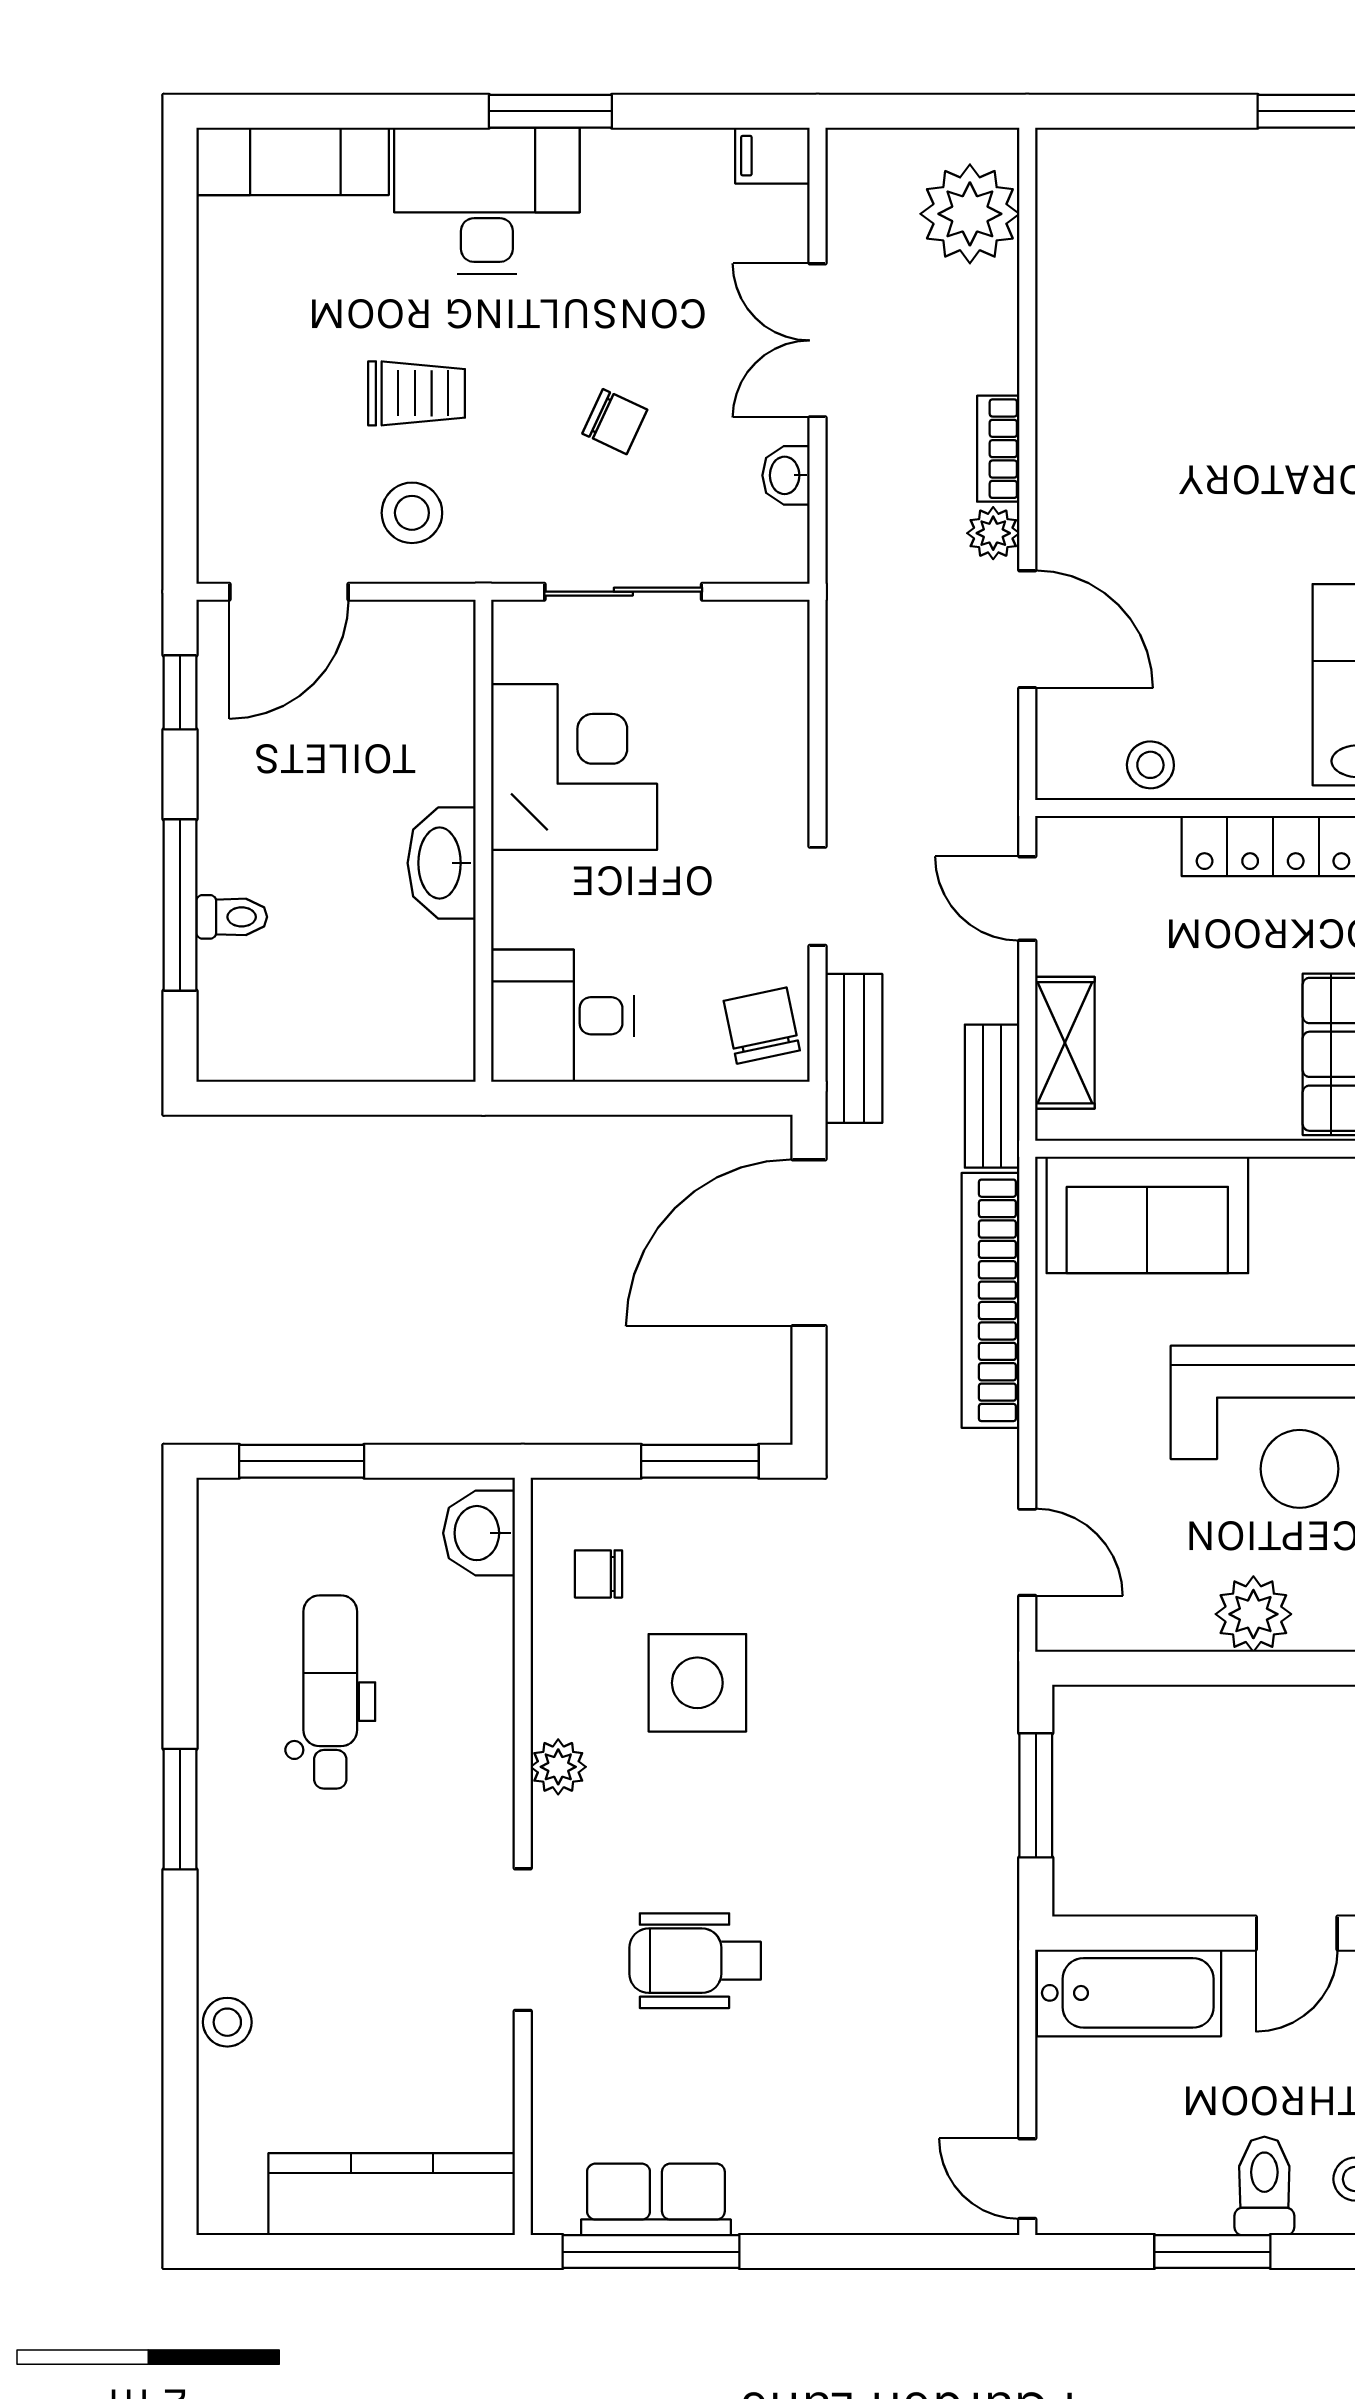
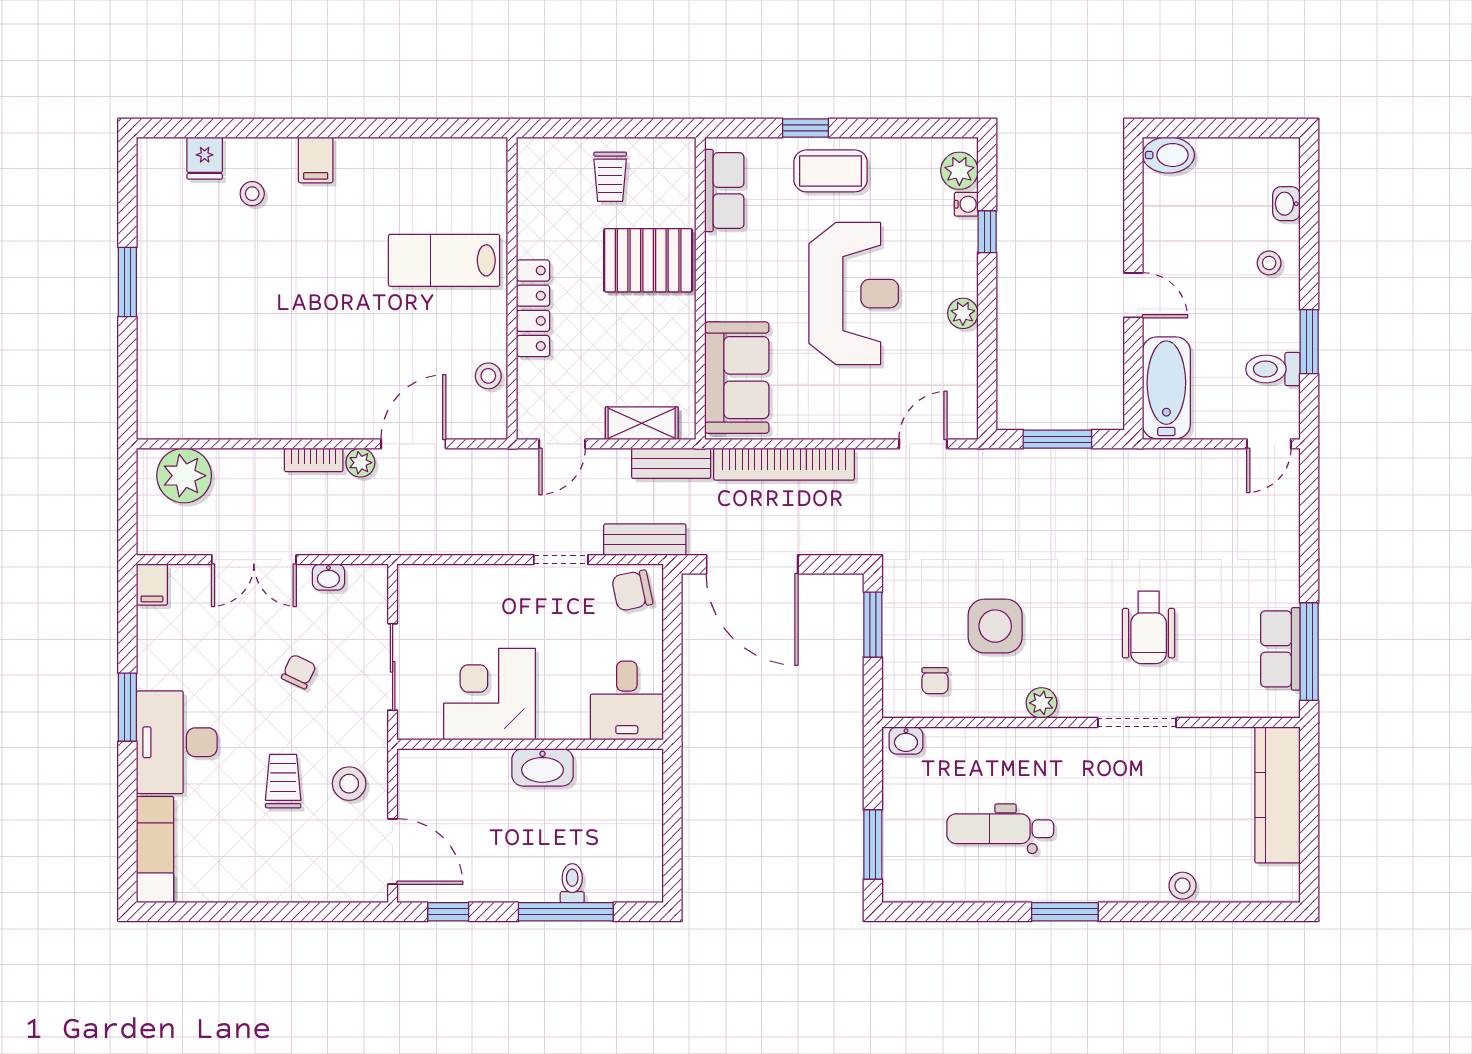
washbasin: (479, 1533) -> (906, 740), width x0.72, depth x0.69
plant: (1253, 1614) -> (963, 313), width x0.73, depth x0.73
toilet: (1264, 2186) -> (1273, 369), moved

